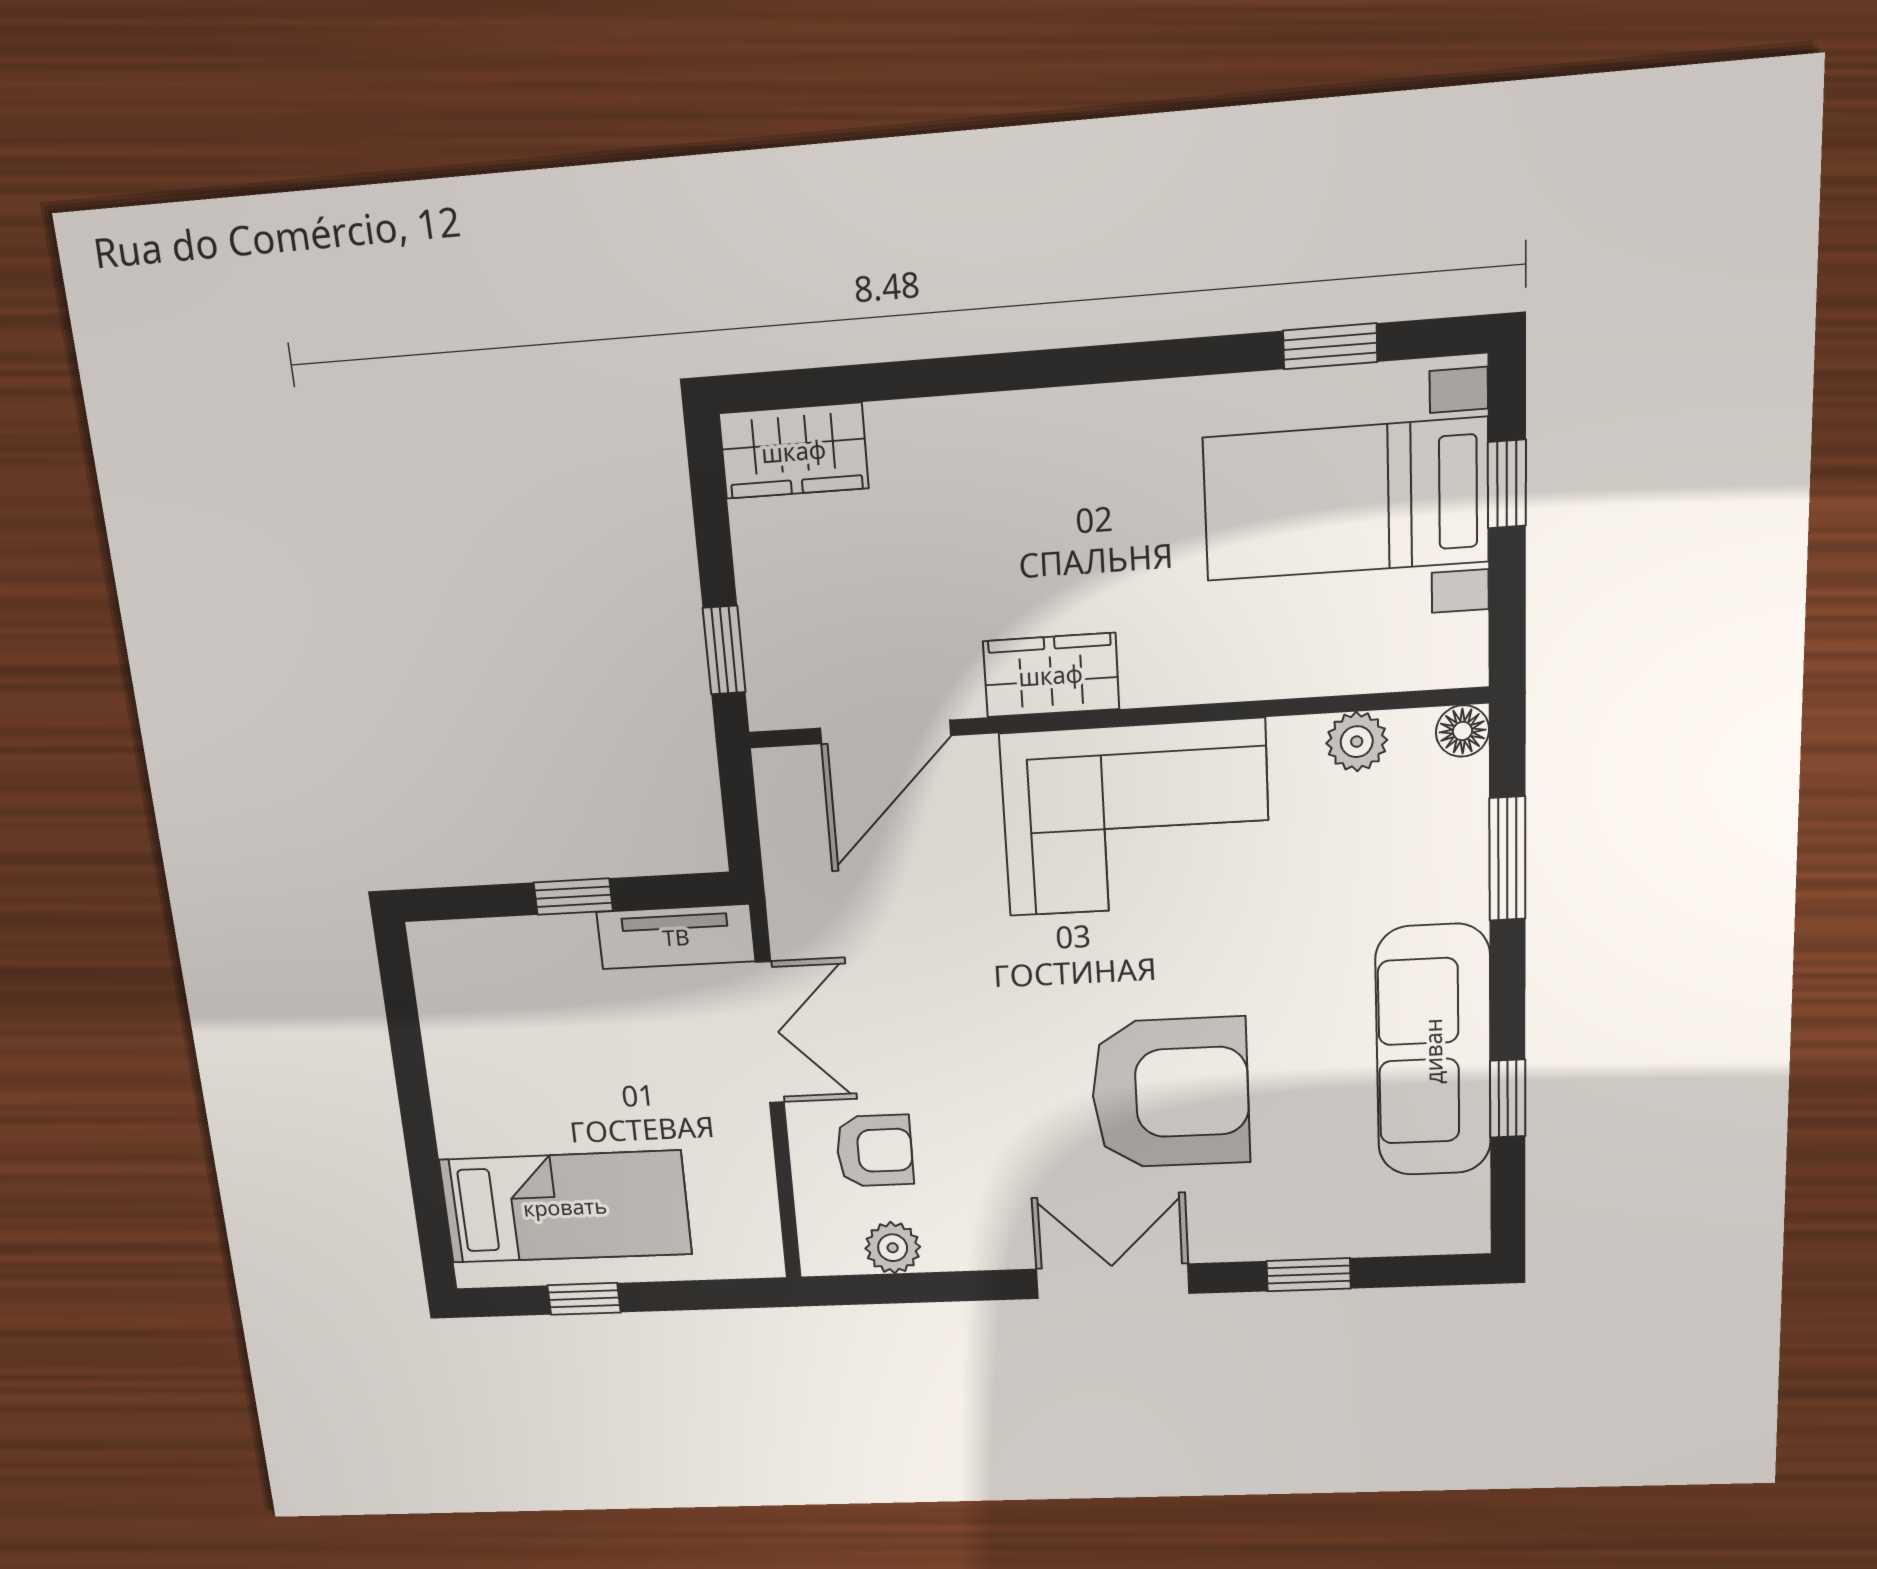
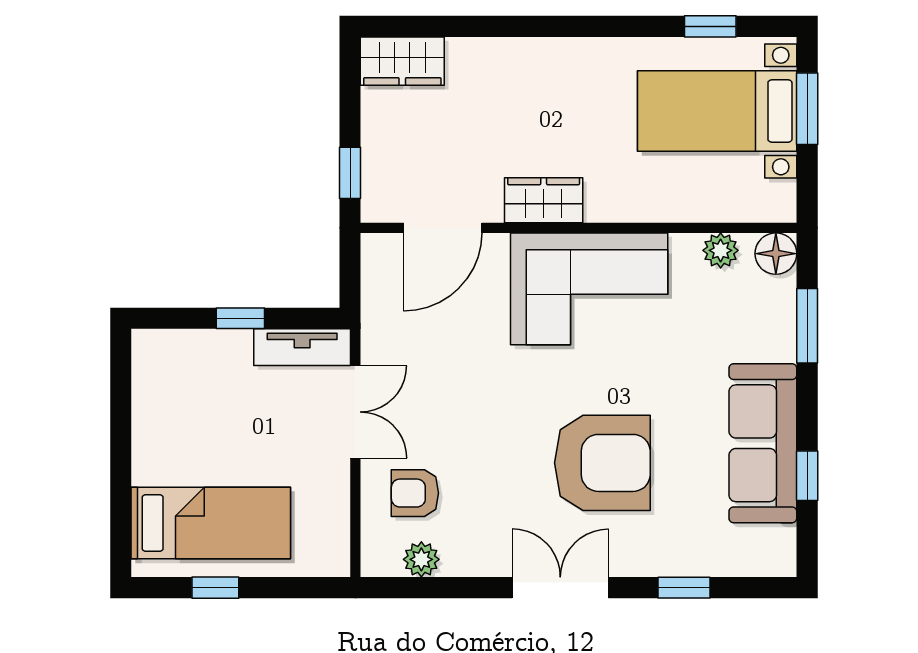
window: (1507, 484) -> (807, 109), width x1.50
floor lamp: (1463, 731) -> (776, 254), width x1.37, depth x1.37
armchair: (874, 1151) -> (415, 493), turned 180

